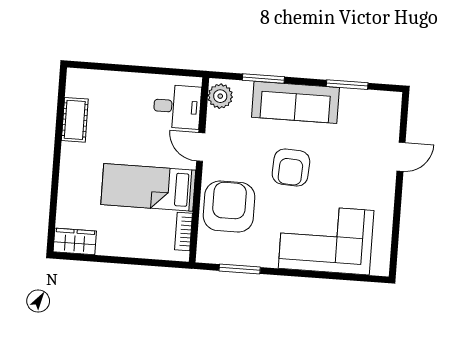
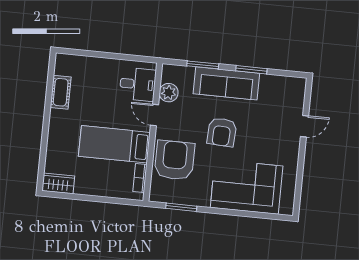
window: (347, 85) -> (251, 70), moved
plant: (220, 96) -> (169, 93), moved

